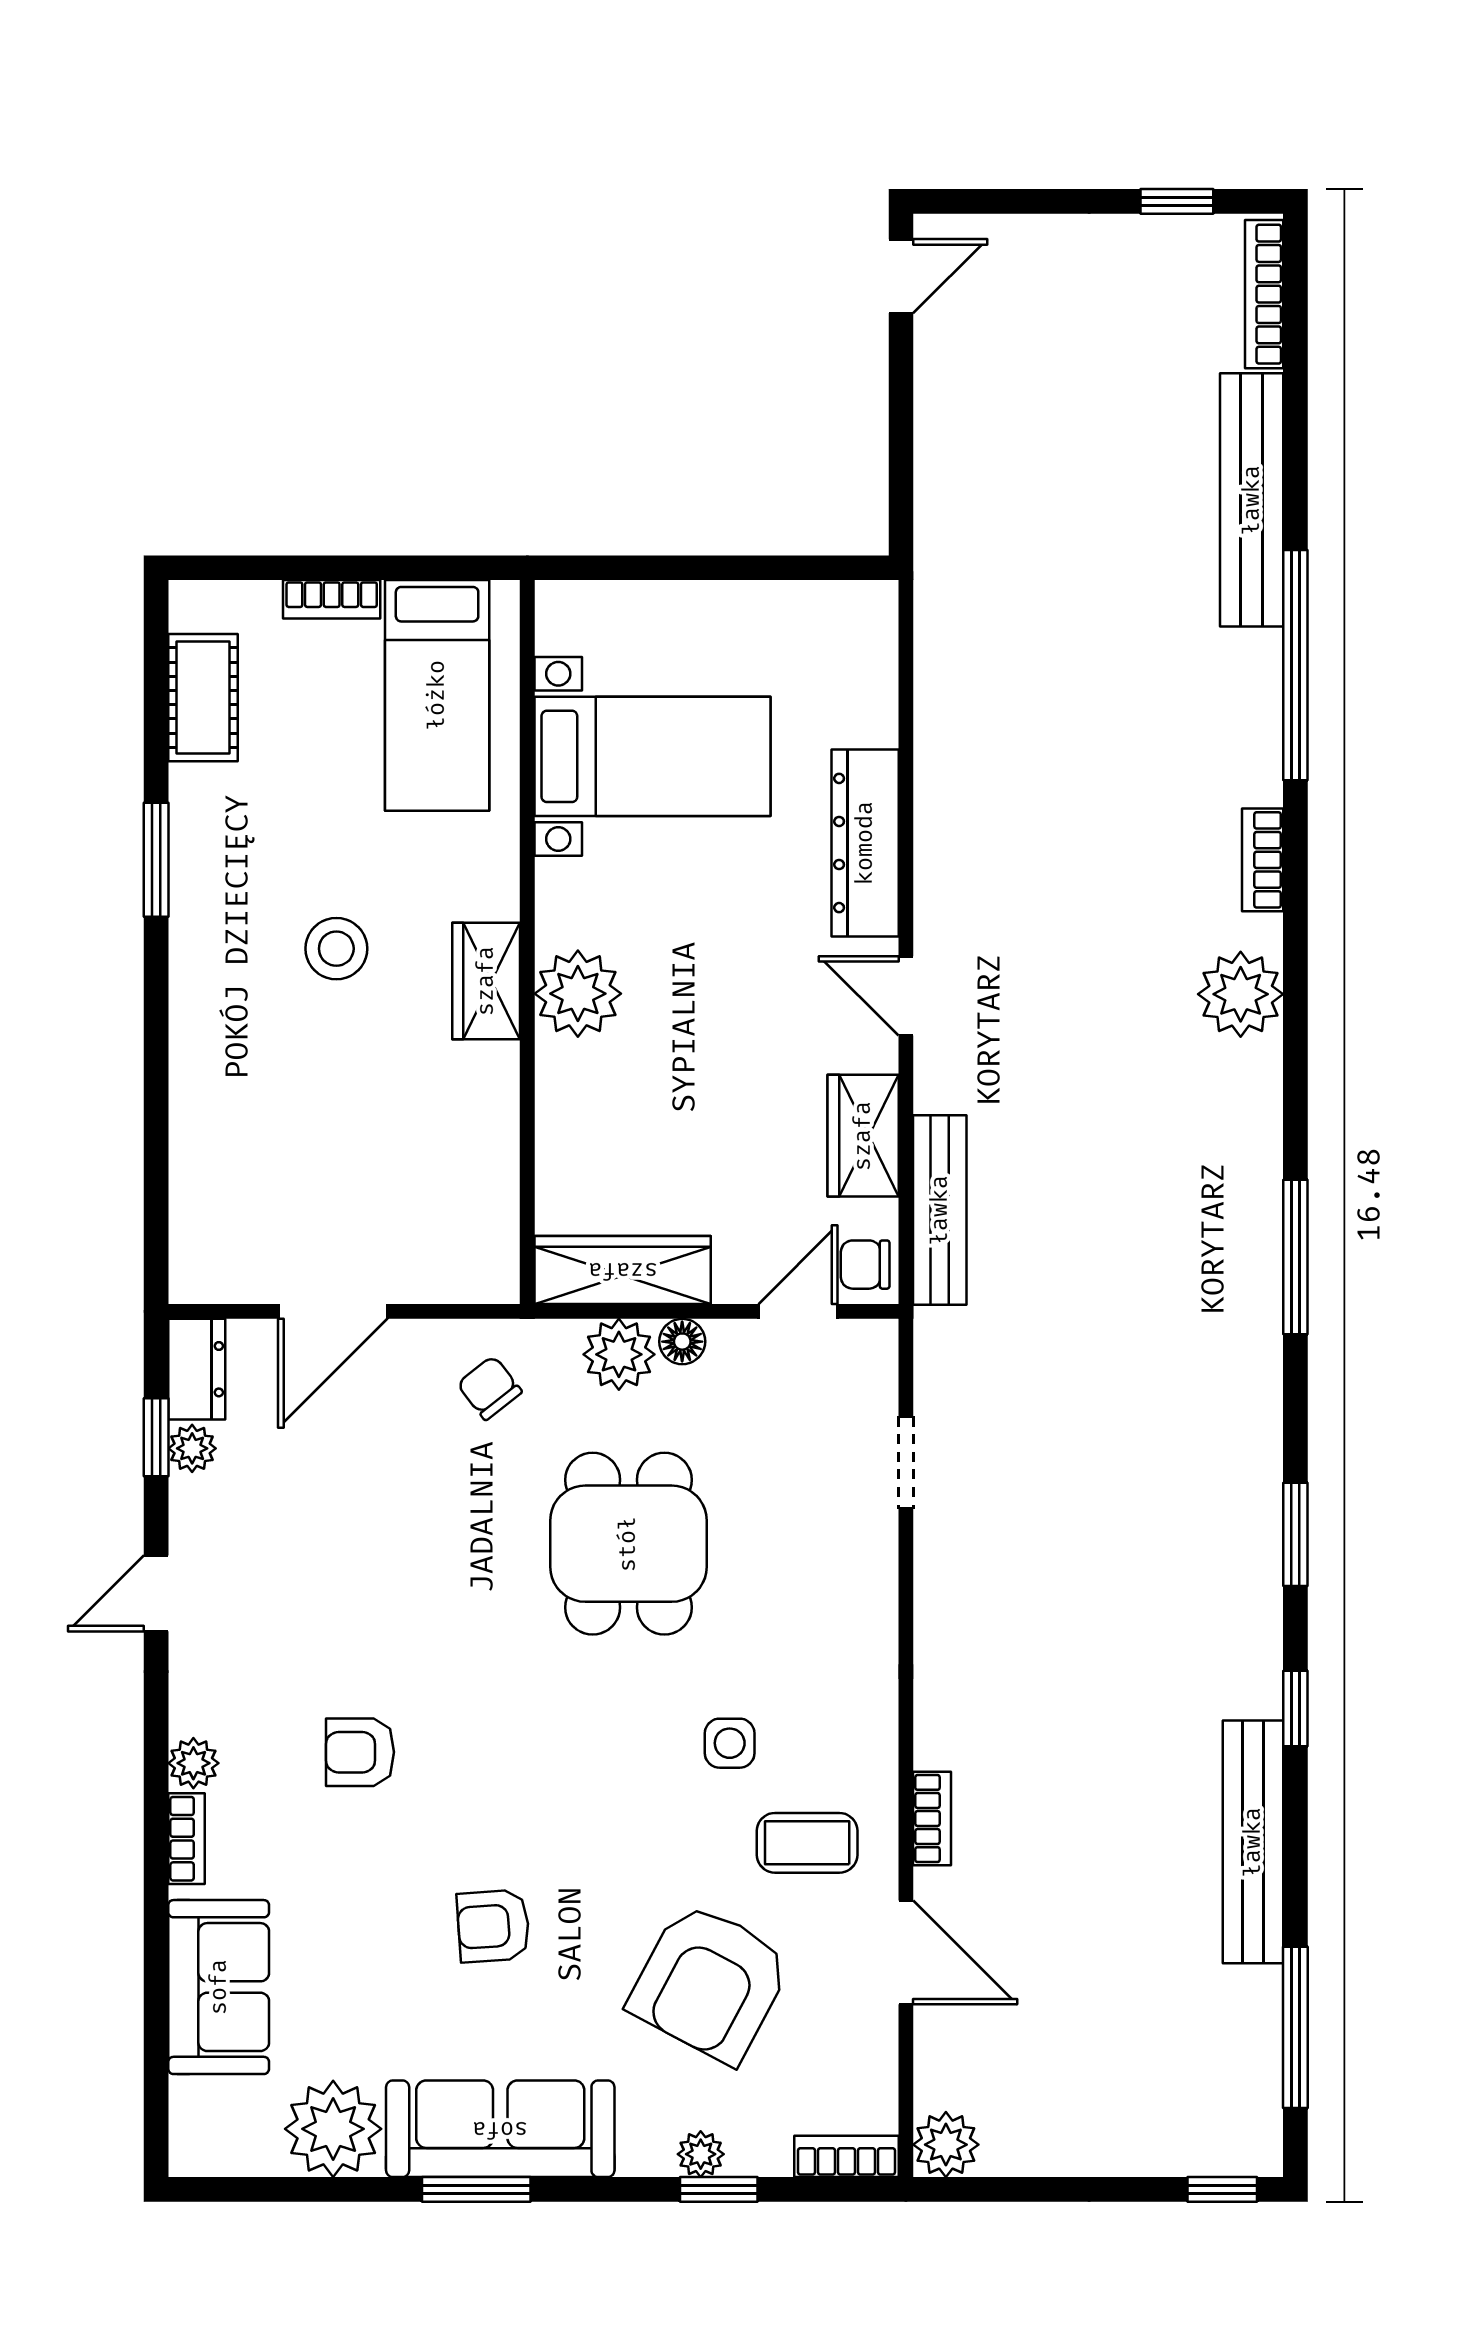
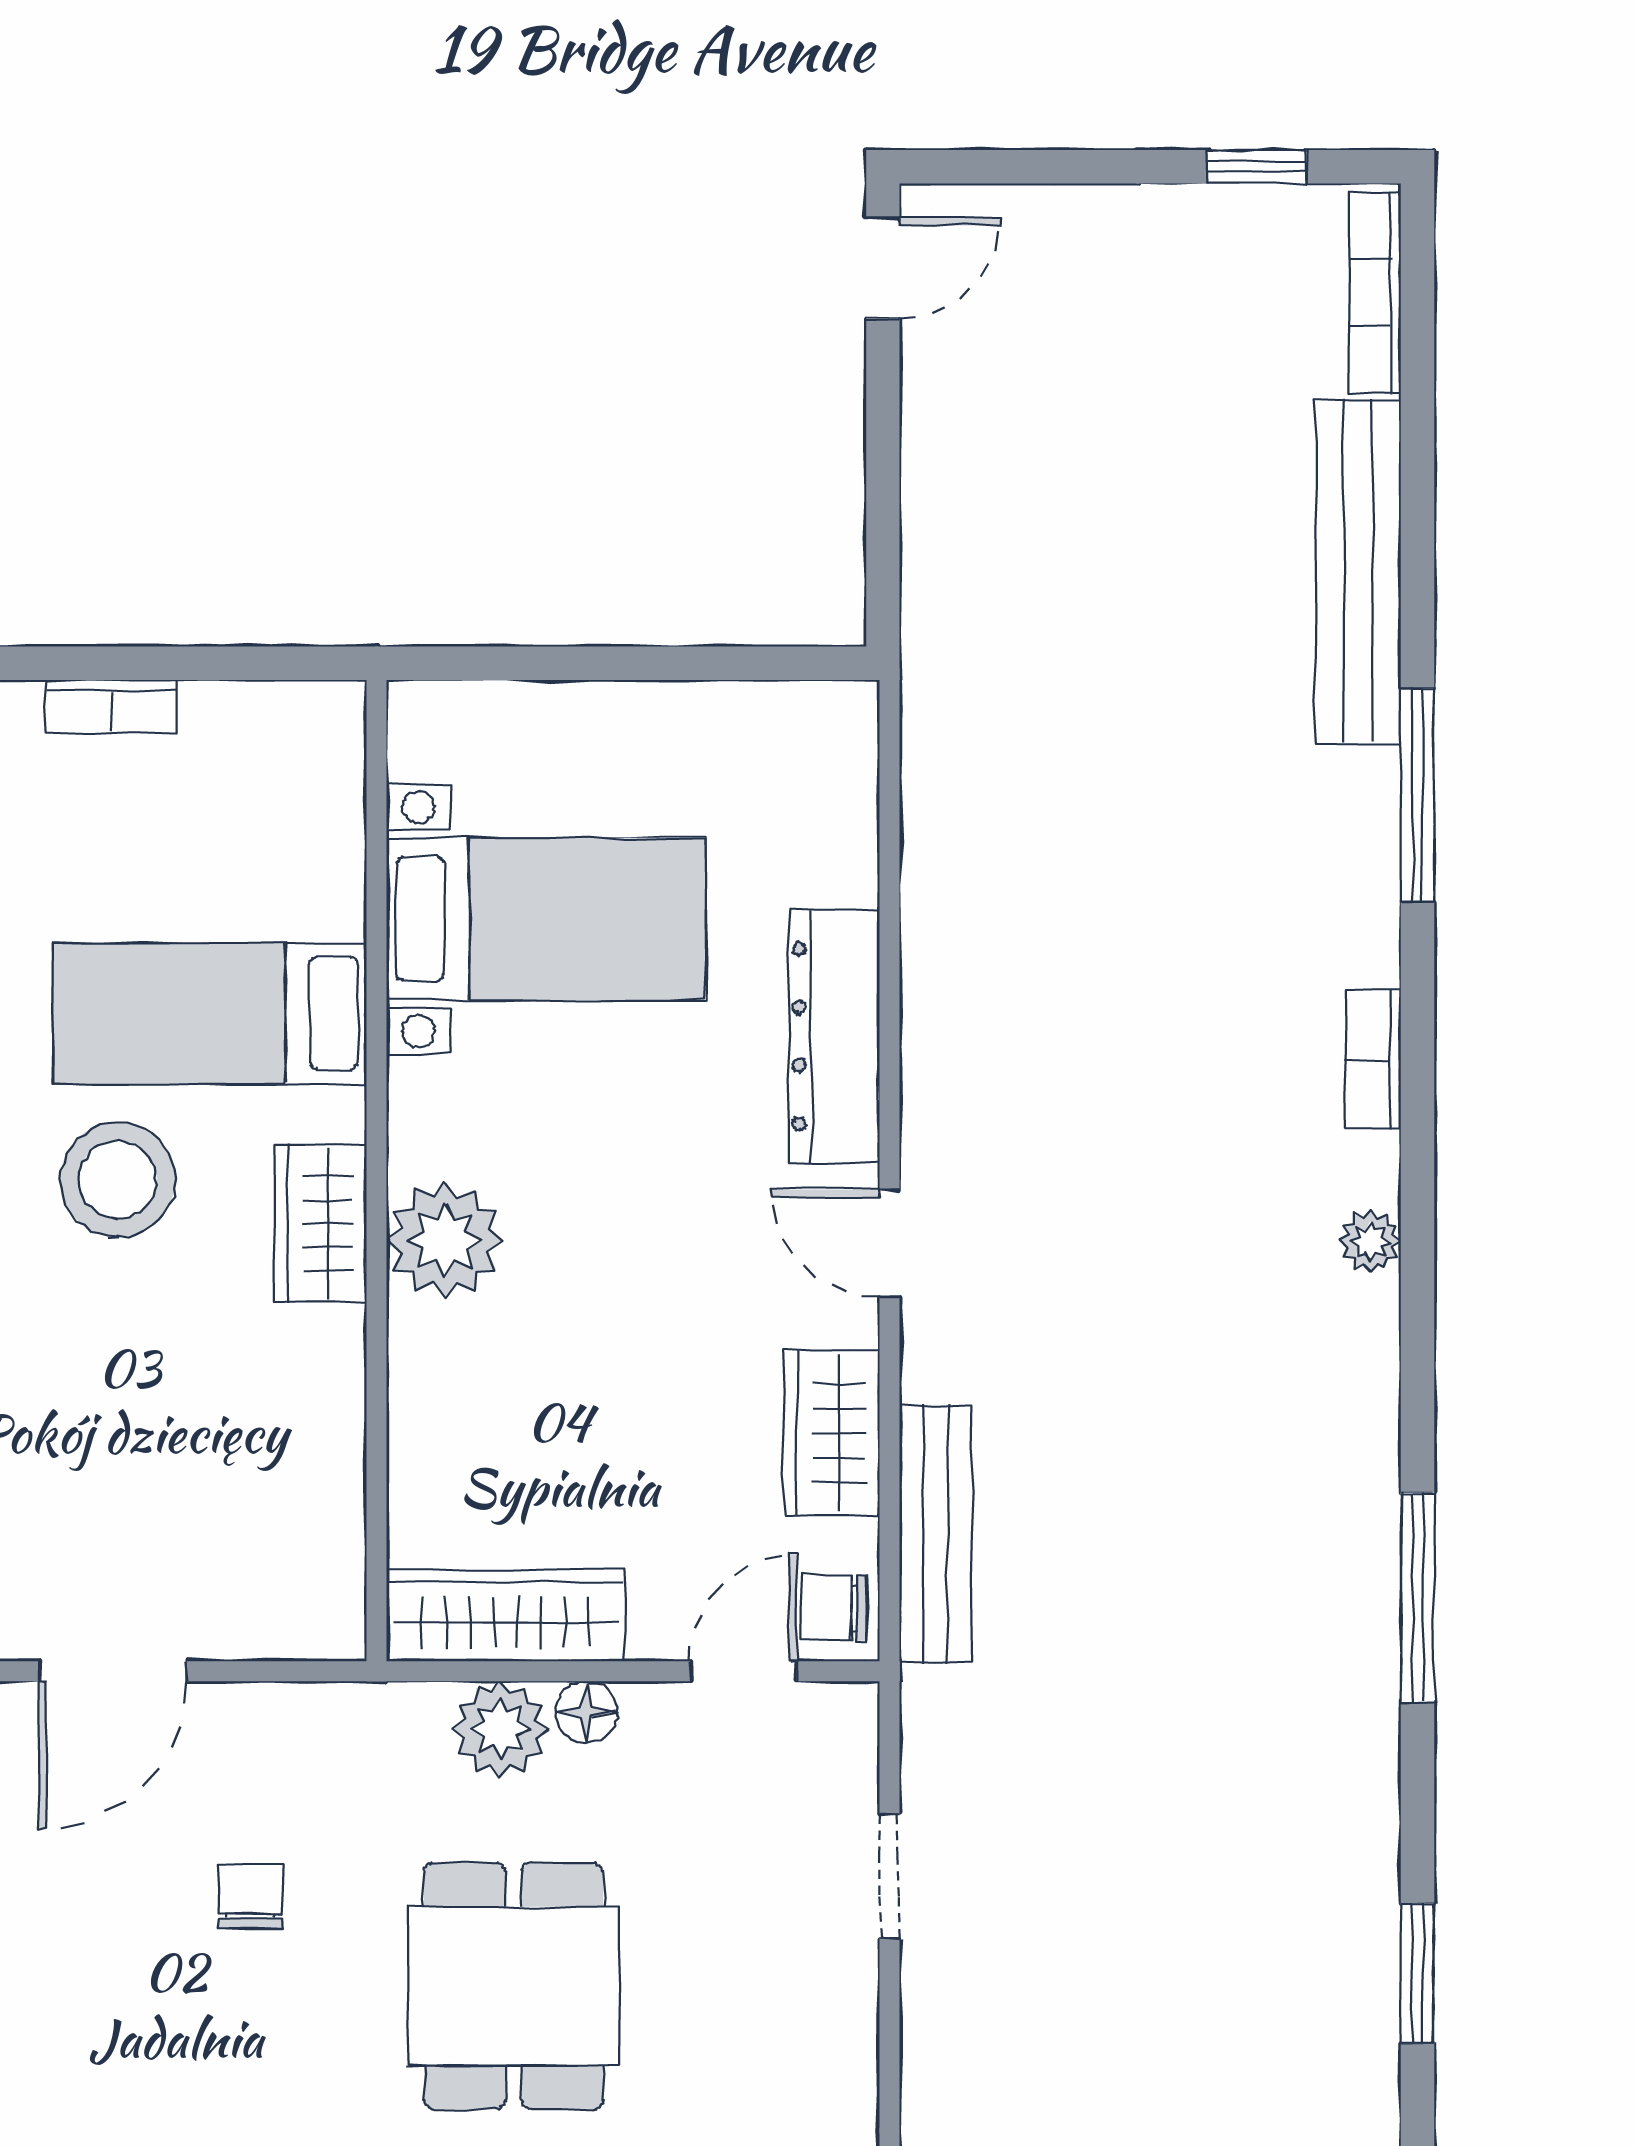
window: (1295, 665) -> (1417, 795), width x0.68
bed: (437, 695) -> (210, 1014), moved, turned 90
stool: (336, 949) -> (118, 1180), width x1.38, depth x1.38
plant: (1241, 994) -> (1370, 1241), width x0.53, depth x0.53
chair: (489, 1388) -> (251, 1896), moved, turned 38

